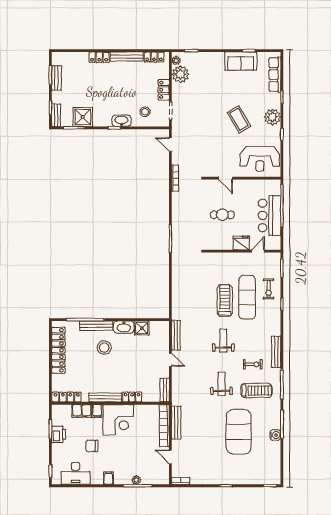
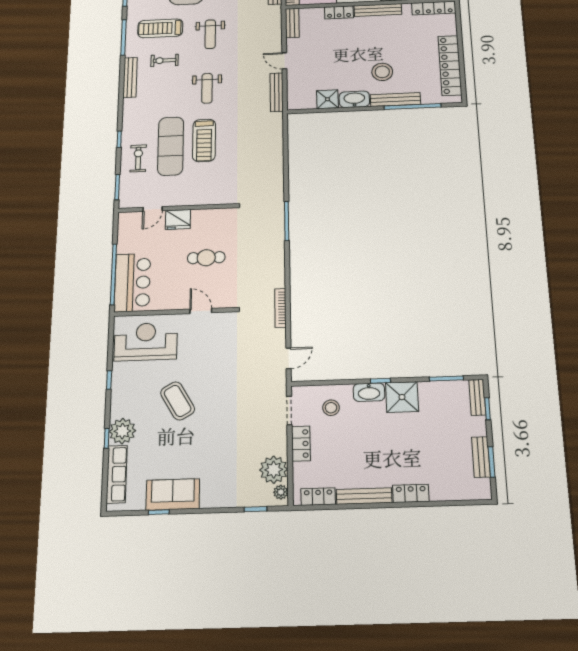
shower: (83, 117) -> (402, 397), moved
plant: (272, 117) -> (122, 431), moved
door: (170, 145) -> (288, 358), hinge flipped
bar counter: (270, 215) -> (132, 282), moved

